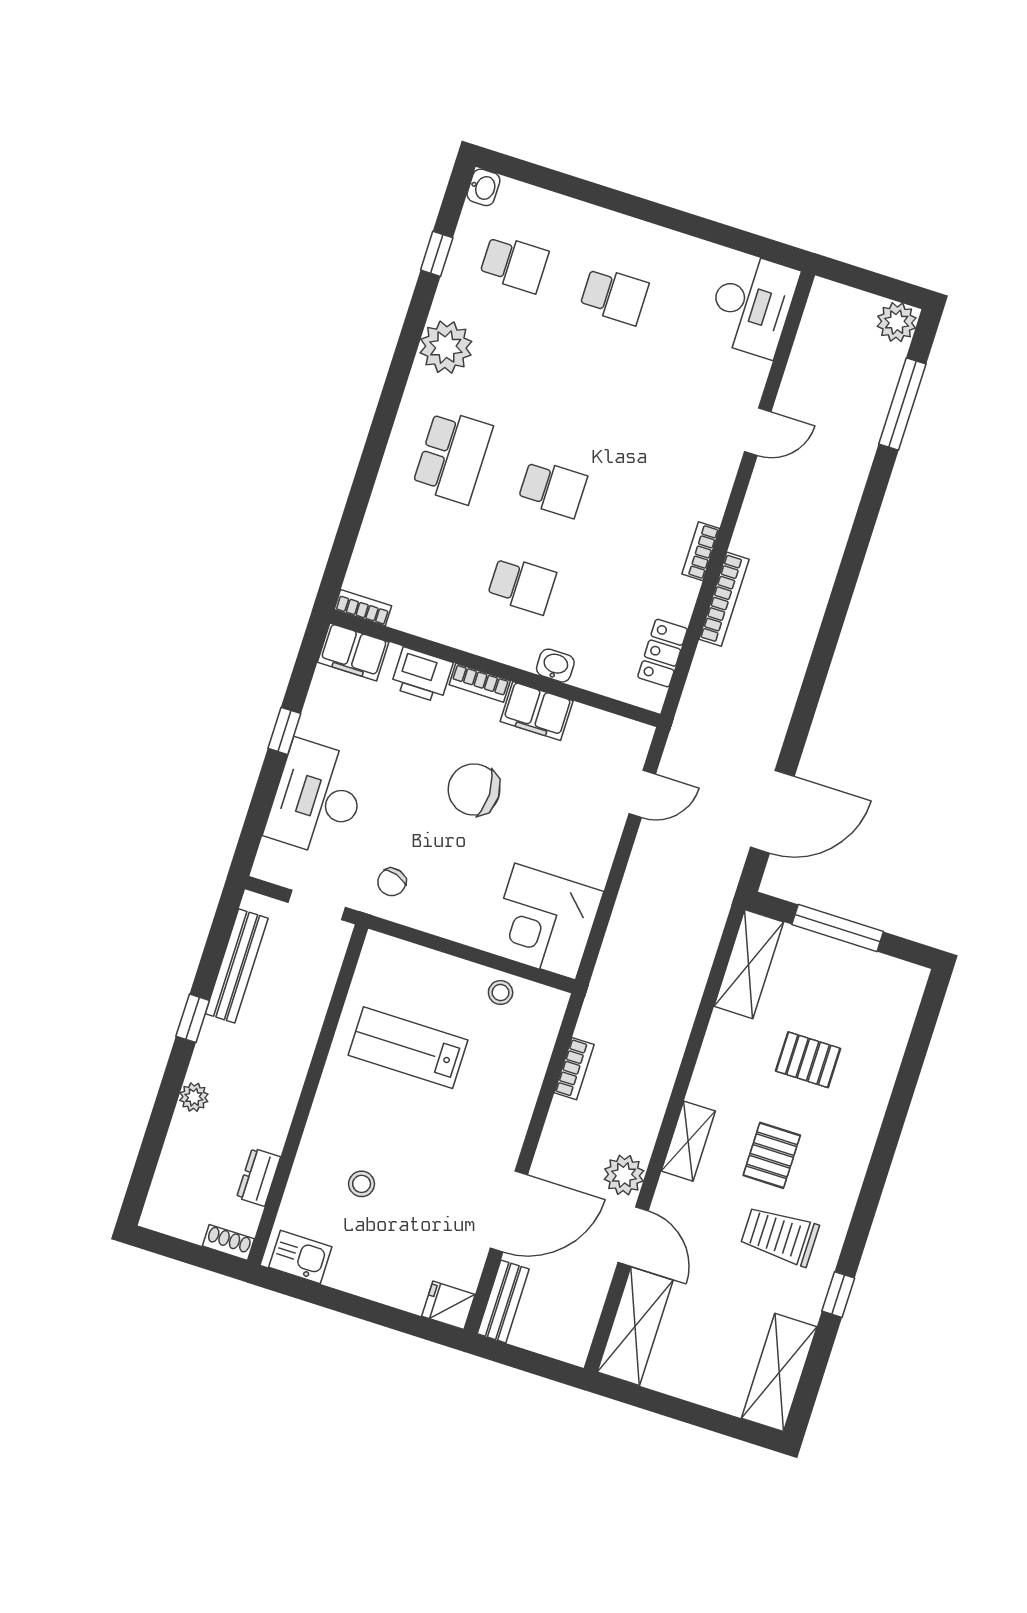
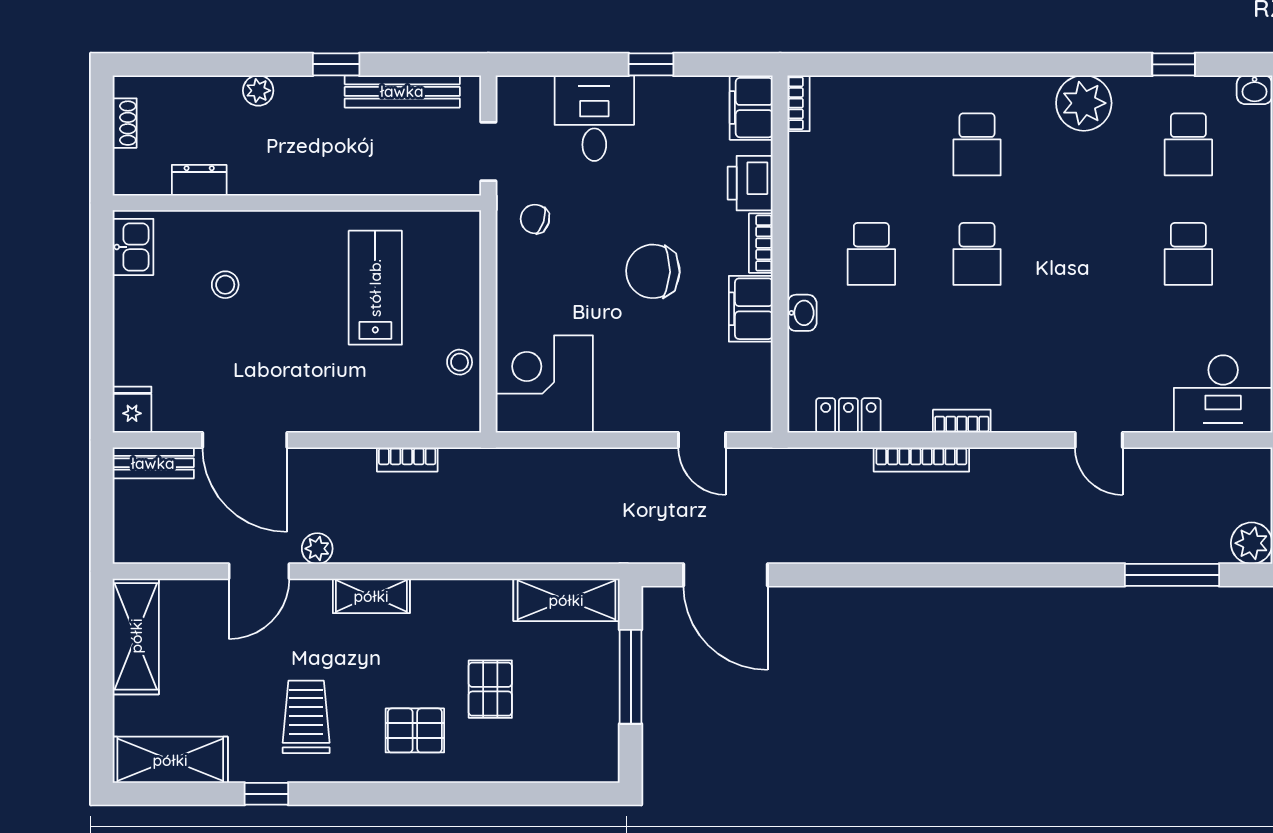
school desk: (453, 457) -> (977, 144), width x0.54
chair: (474, 790) -> (653, 271), turned -88
desk: (317, 798) -> (594, 118), width x0.73
pallet: (772, 1155) -> (415, 730), moved
plant: (624, 1175) -> (317, 549), width x0.73, depth x0.73
shoe rack: (228, 1242) -> (125, 123), moved
shelving: (635, 1326) -> (136, 636), moved, turned 90

